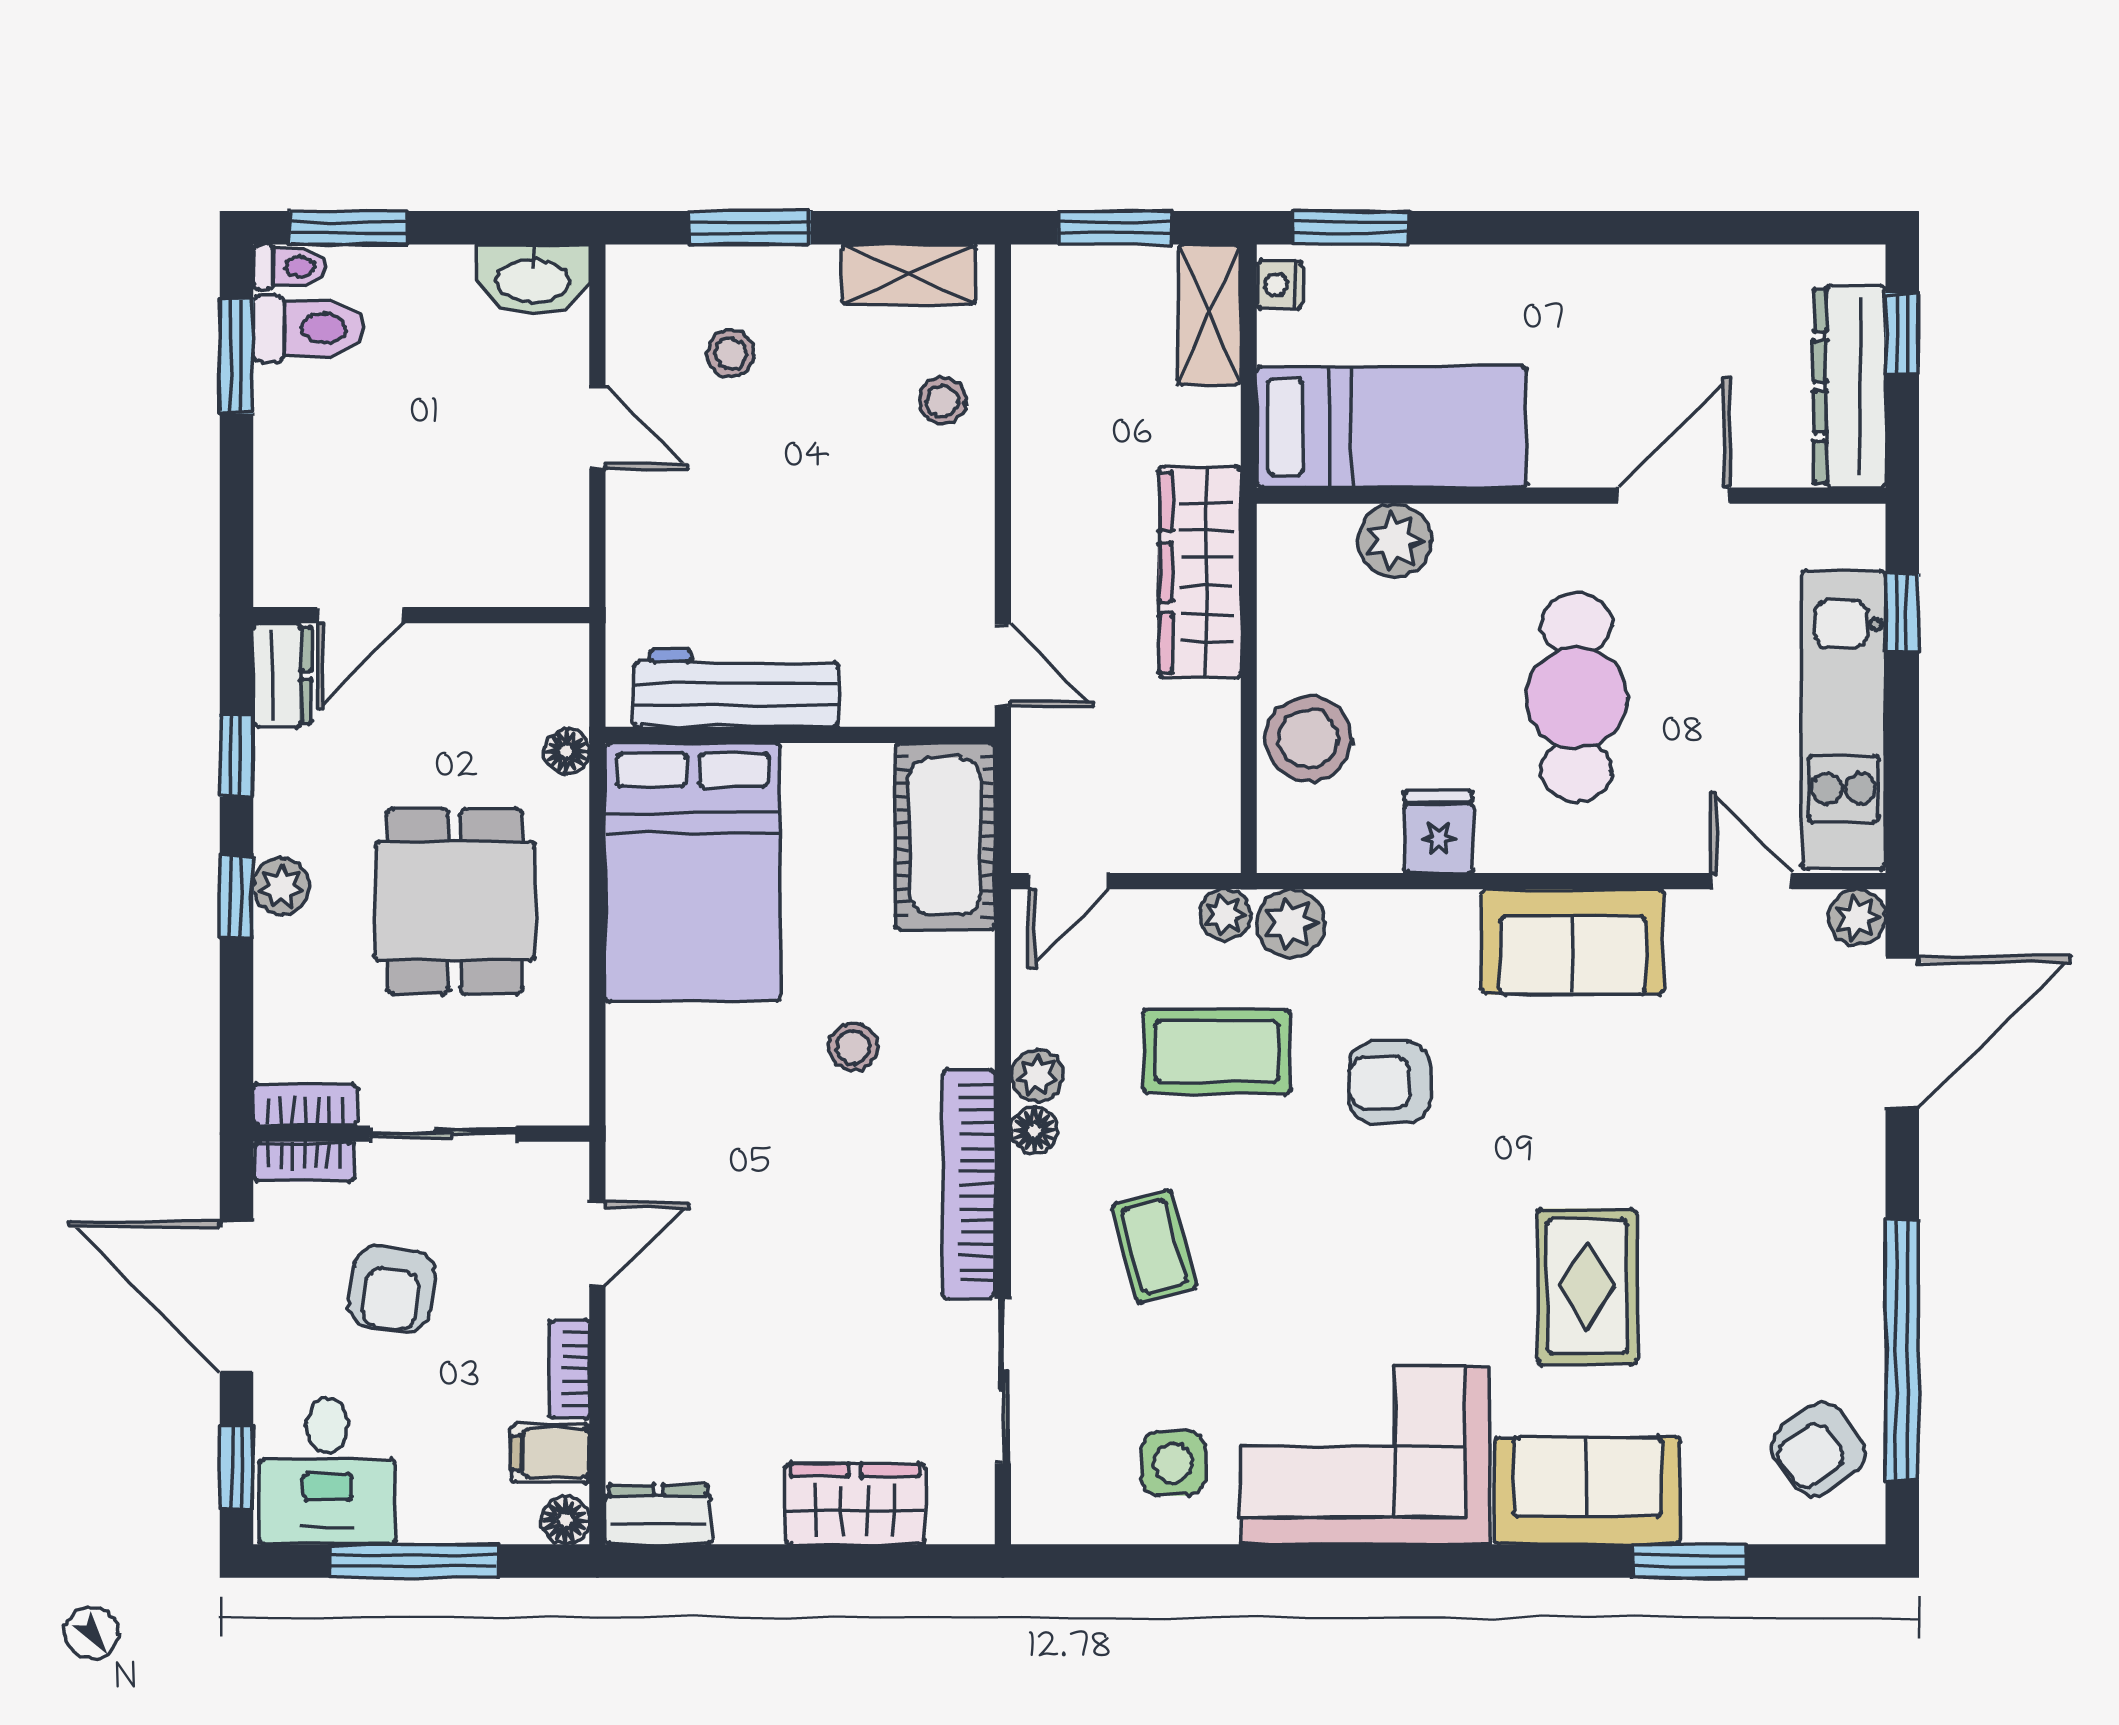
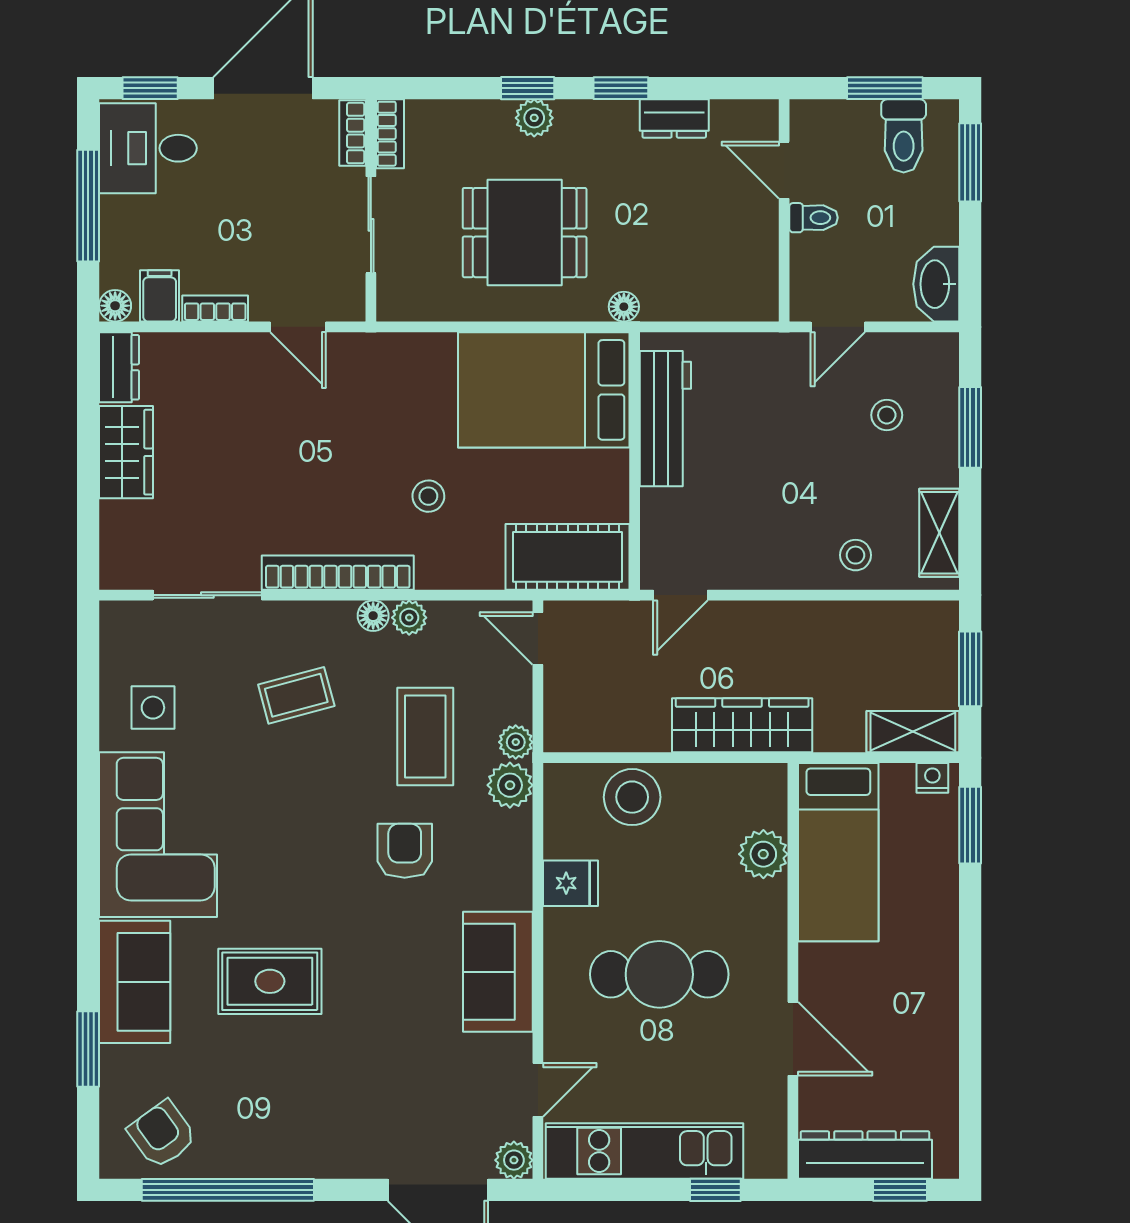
toilet: (290, 267) -> (814, 218), moved, turned -90
door: (360, 615) -> (784, 170), moved
wall: (421, 615) -> (784, 210), moved
armchair: (392, 1289) -> (268, 191), removed
wardrobe: (855, 1504) -> (126, 452), moved

